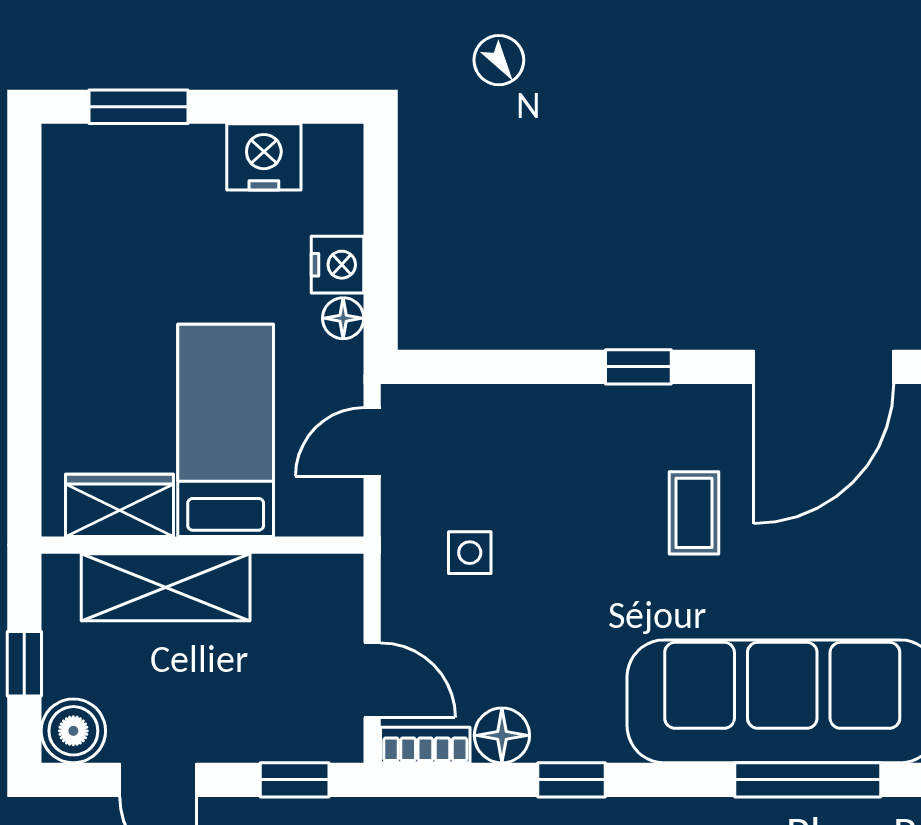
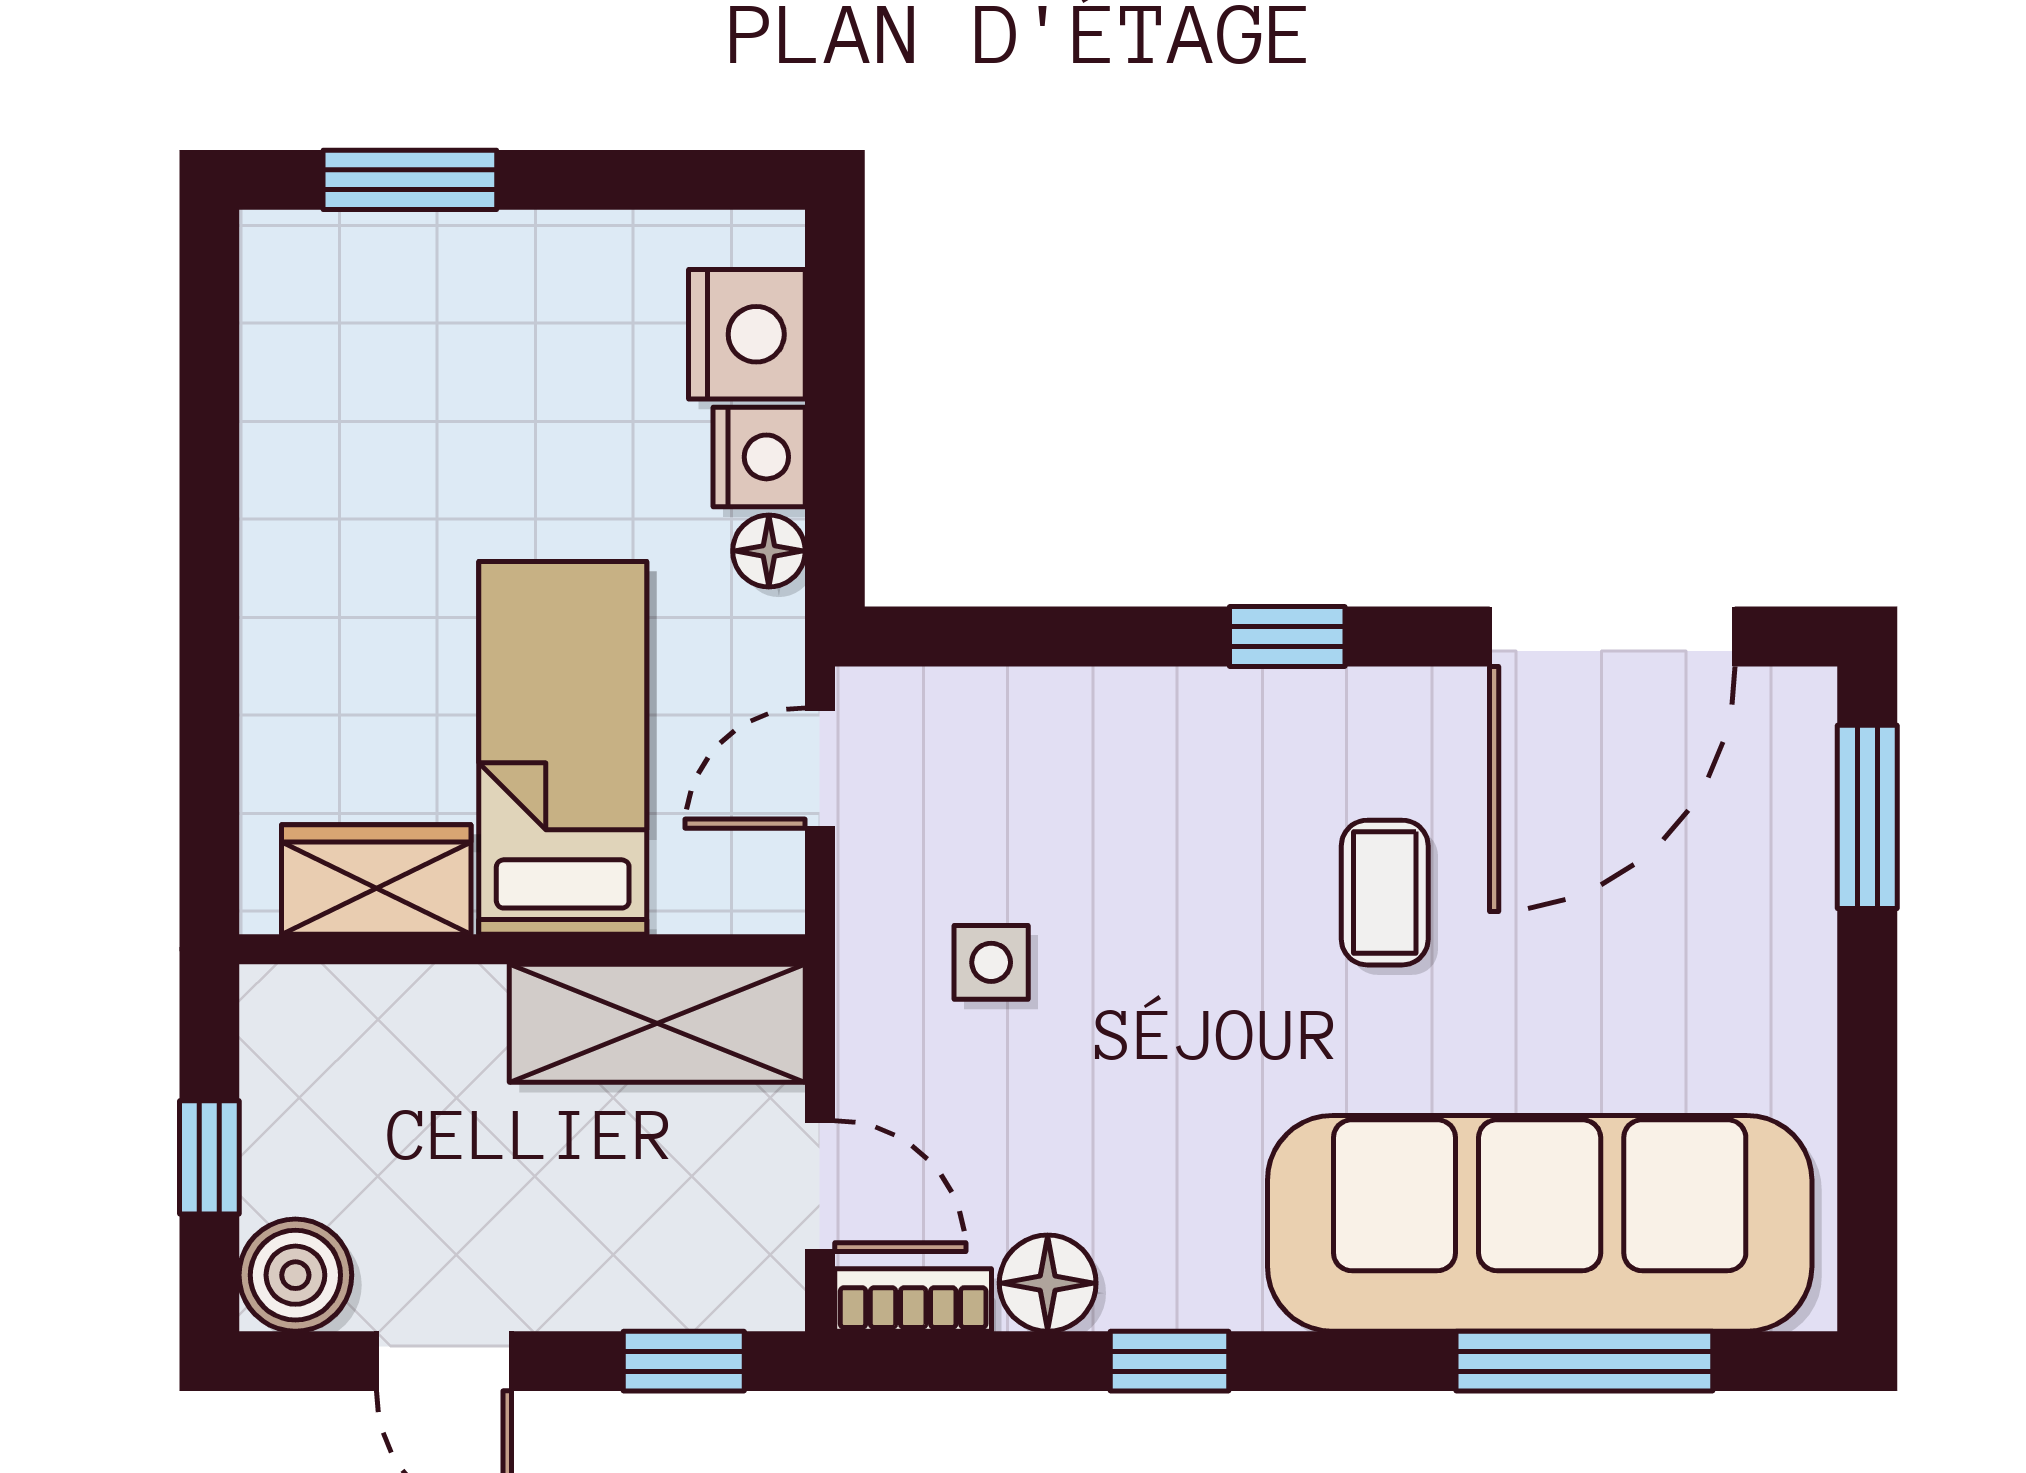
nightstand: (264, 157) -> (747, 334), moved, turned 90
shelving: (166, 587) -> (657, 1023), moved

